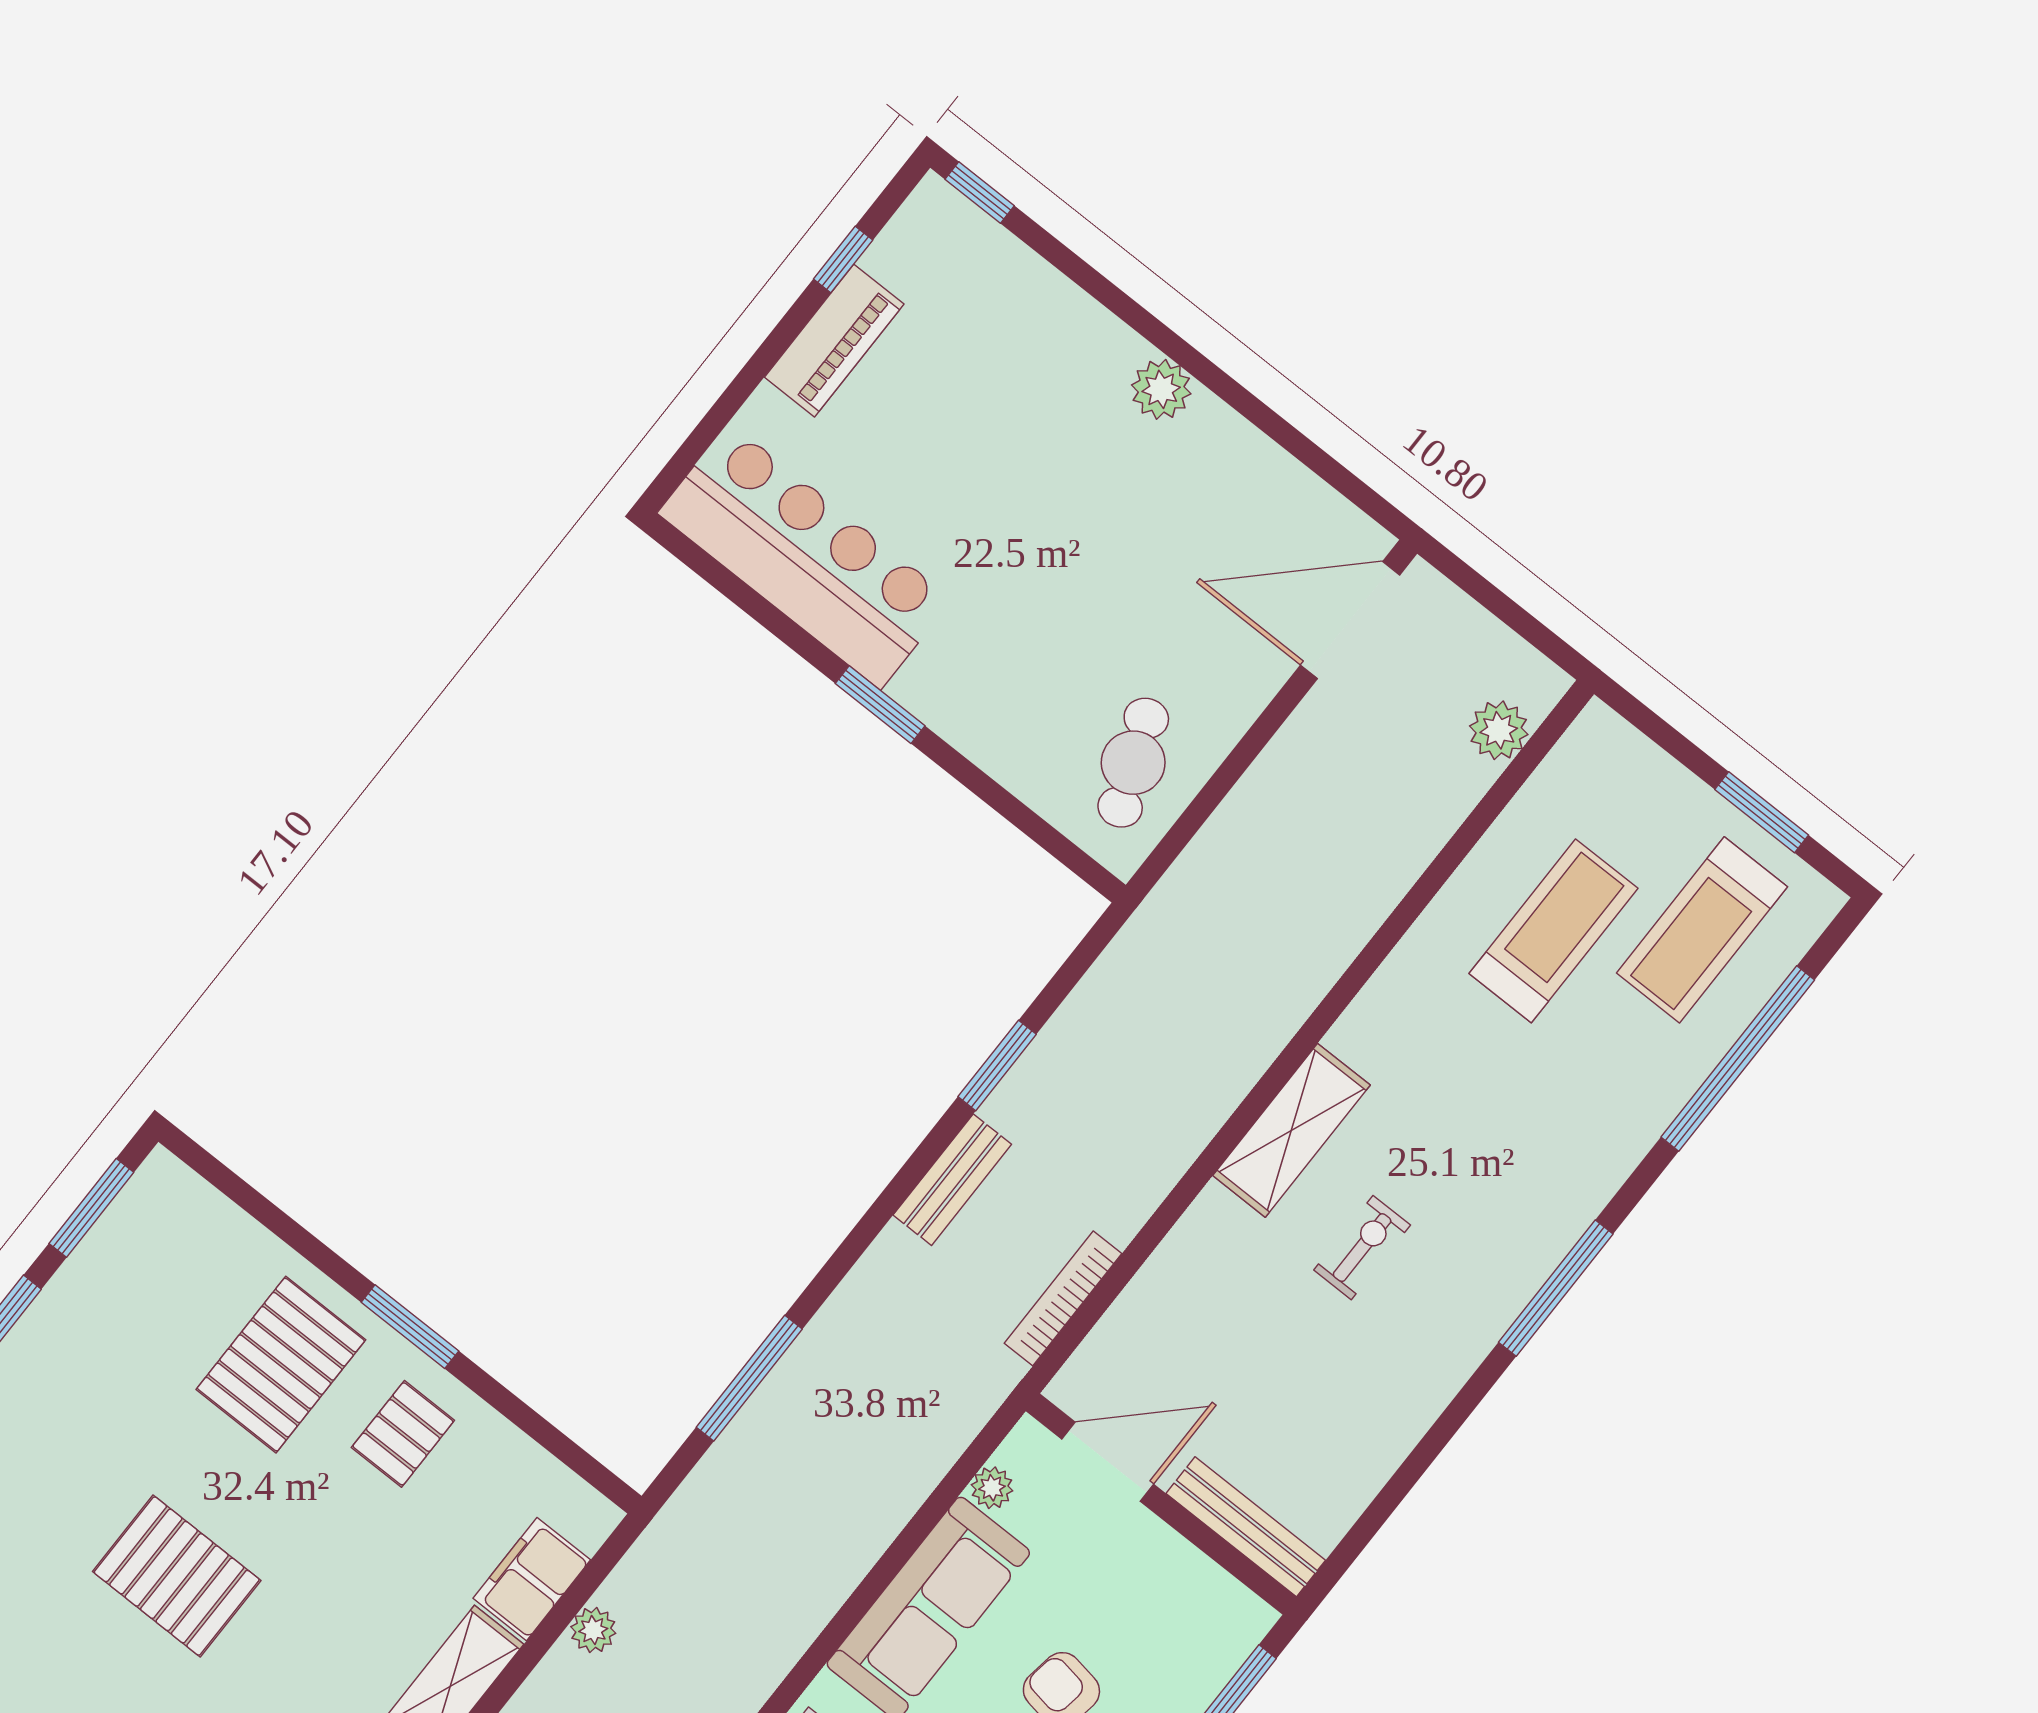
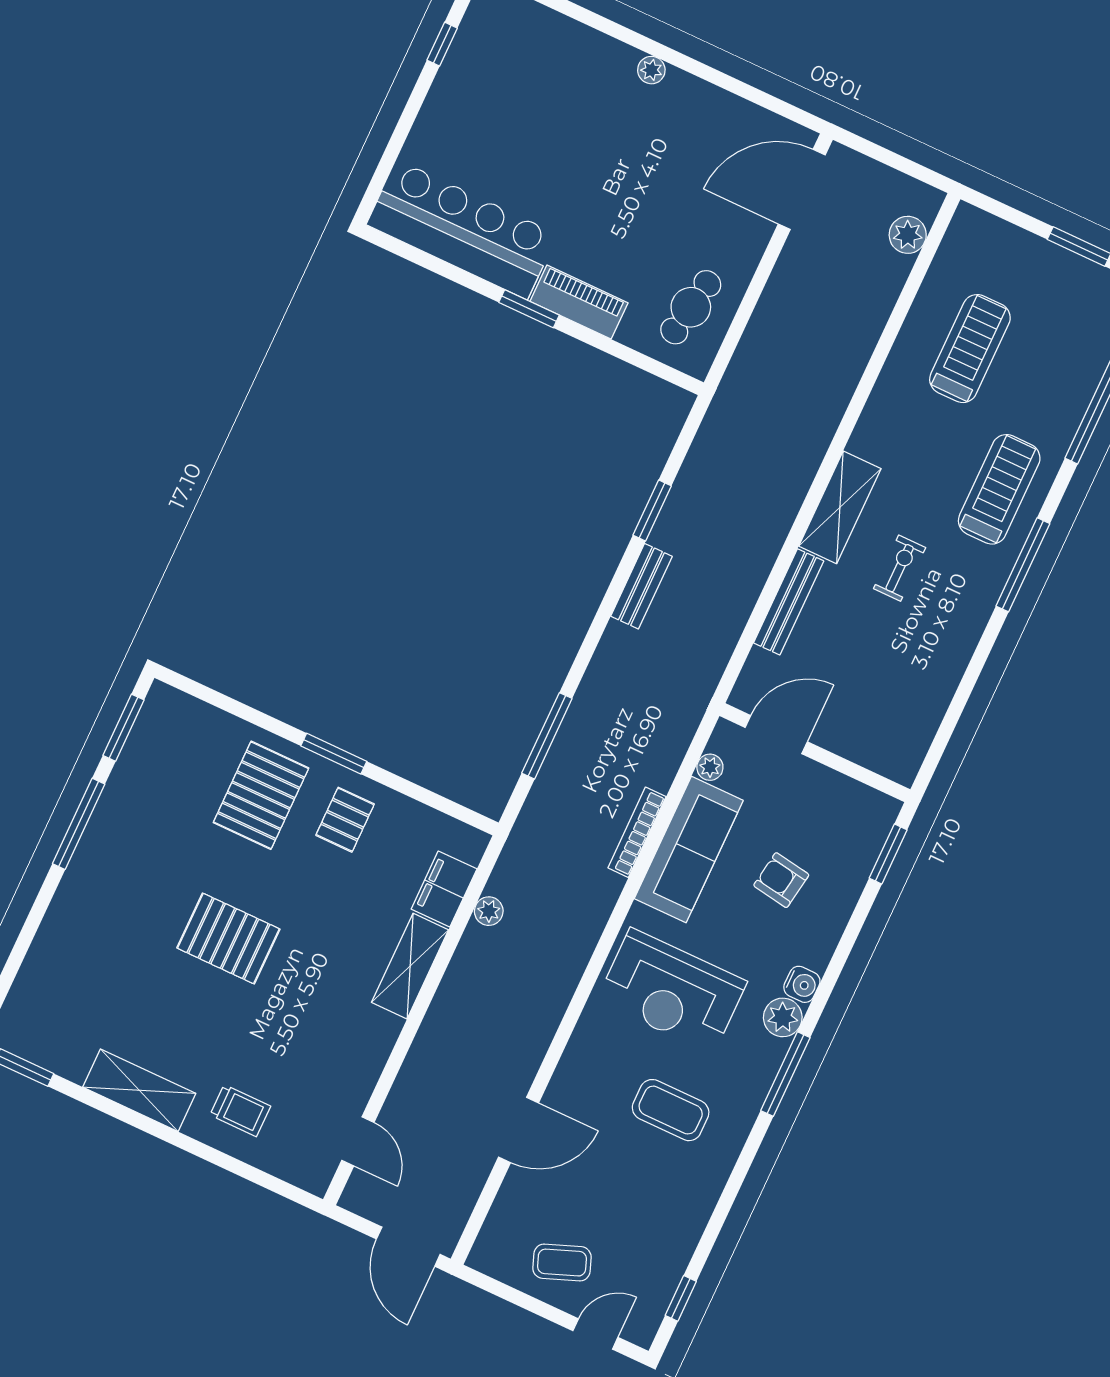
piano: (834, 341) -> (579, 302), moved, turned -90
plant: (1161, 389) -> (651, 70), width x0.73, depth x0.73
cafe table: (1133, 763) -> (691, 307), turned 32
treadmill: (1702, 930) -> (999, 489), moved, turned 180
bookcase: (1063, 1298) -> (637, 832), moved
bench: (1246, 1527) -> (789, 602), moved, turned 90

